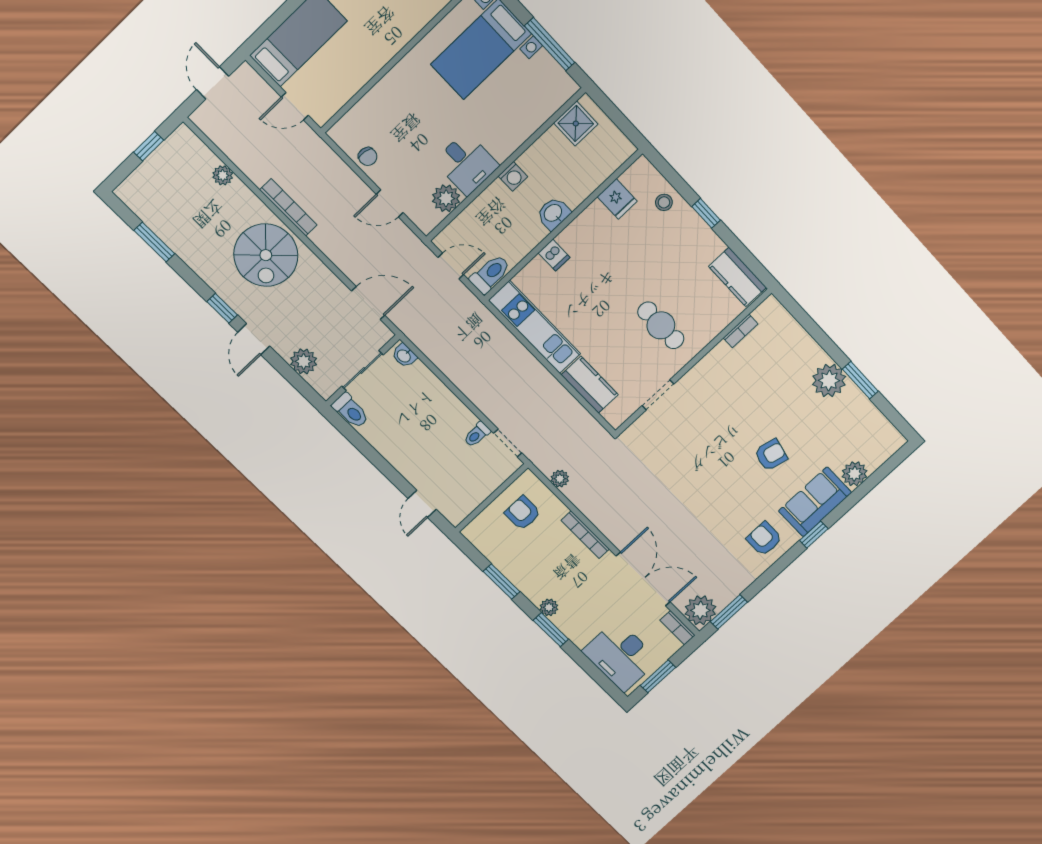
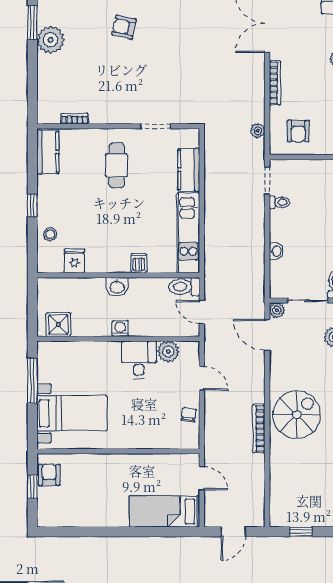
plant: (223, 175) -> (277, 310), moved
washbasin: (404, 356) -> (276, 251), moved

